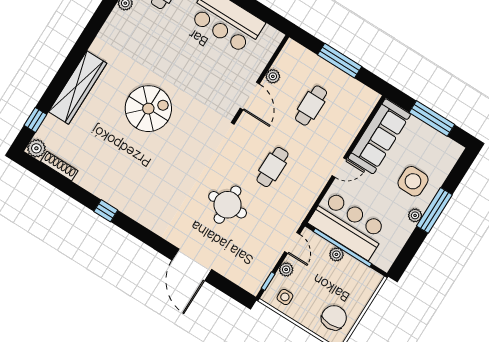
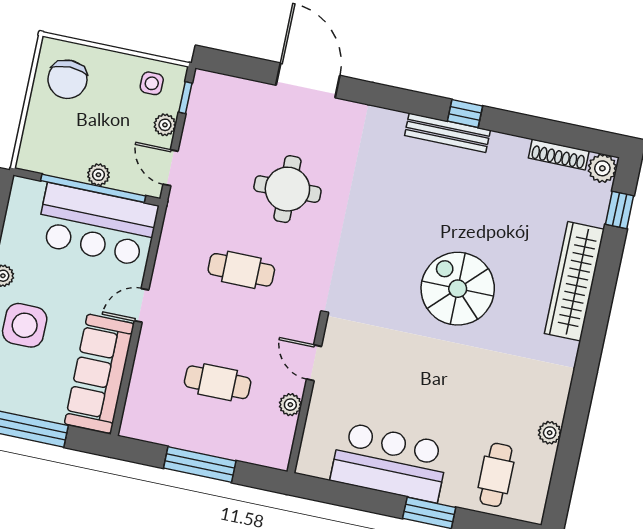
door: (250, 96) -> (314, 363), width x0.73
cafe table: (311, 105) -> (218, 382), turned 90
spiral stairs: (148, 109) -> (458, 289), turned 90
cafe table: (272, 167) -> (241, 270), turned 90
bench: (120, 203) -> (447, 133), added

